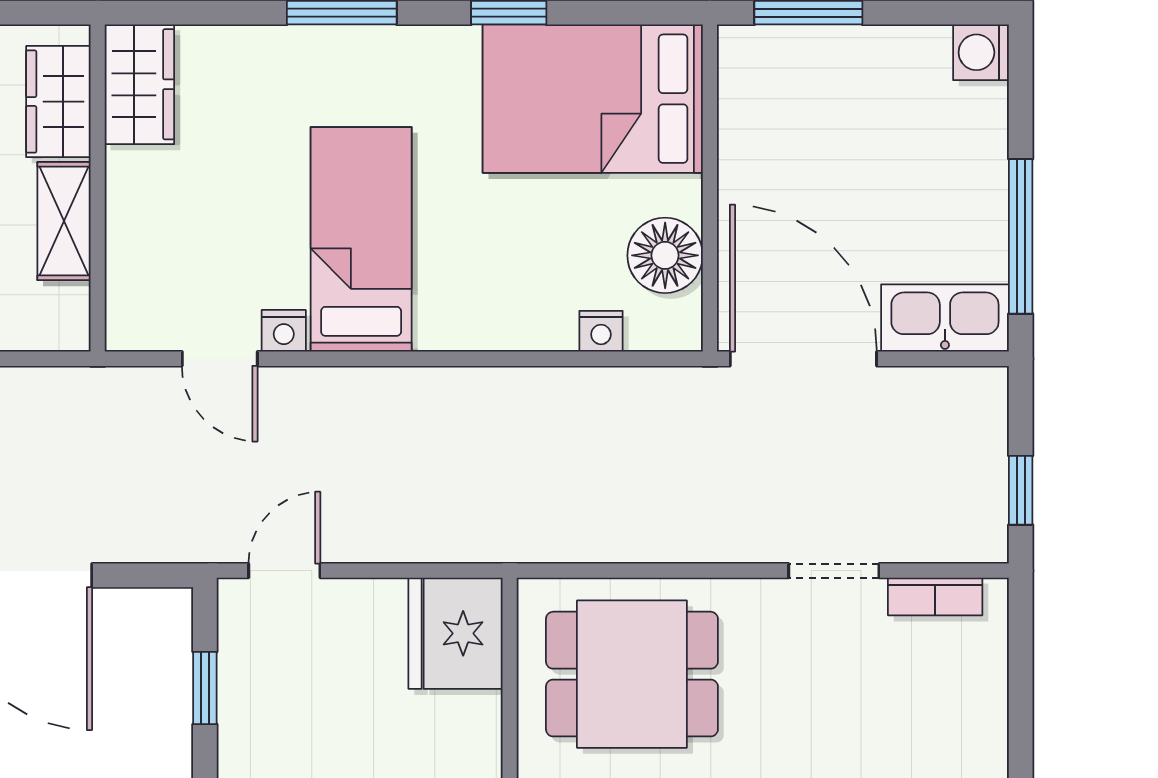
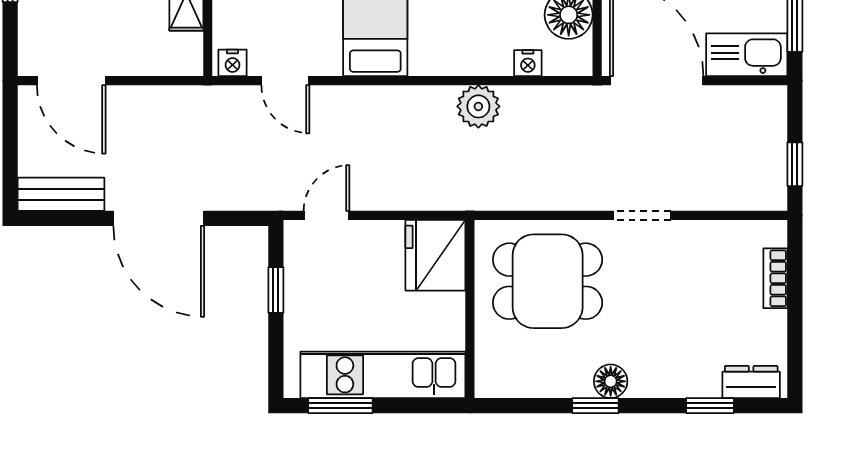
nightstand: (284, 331) -> (232, 63), moved
plant: (523, 399) -> (478, 106), added
doorway: (834, 571) -> (642, 215), moved
bookcase: (935, 597) -> (775, 278), moved, turned 90

